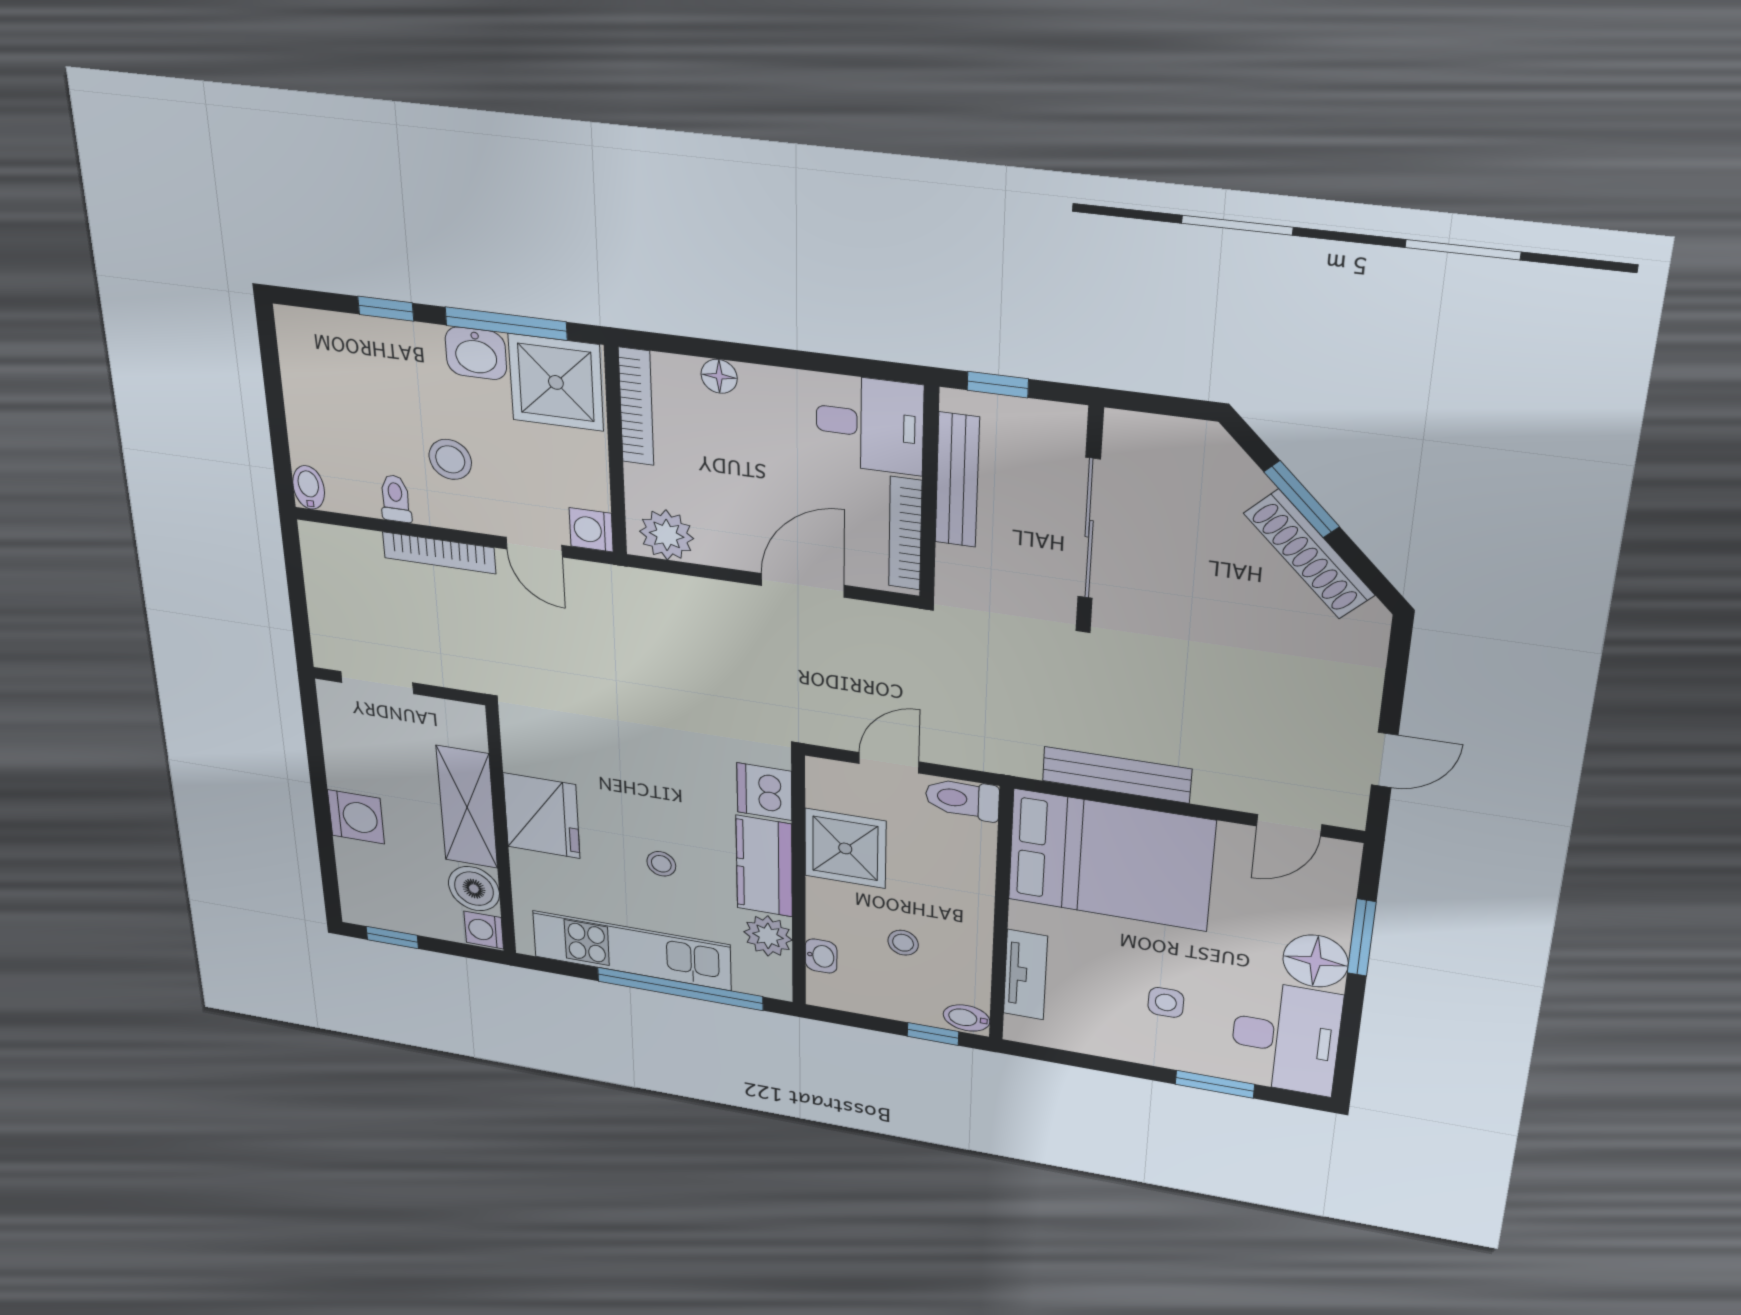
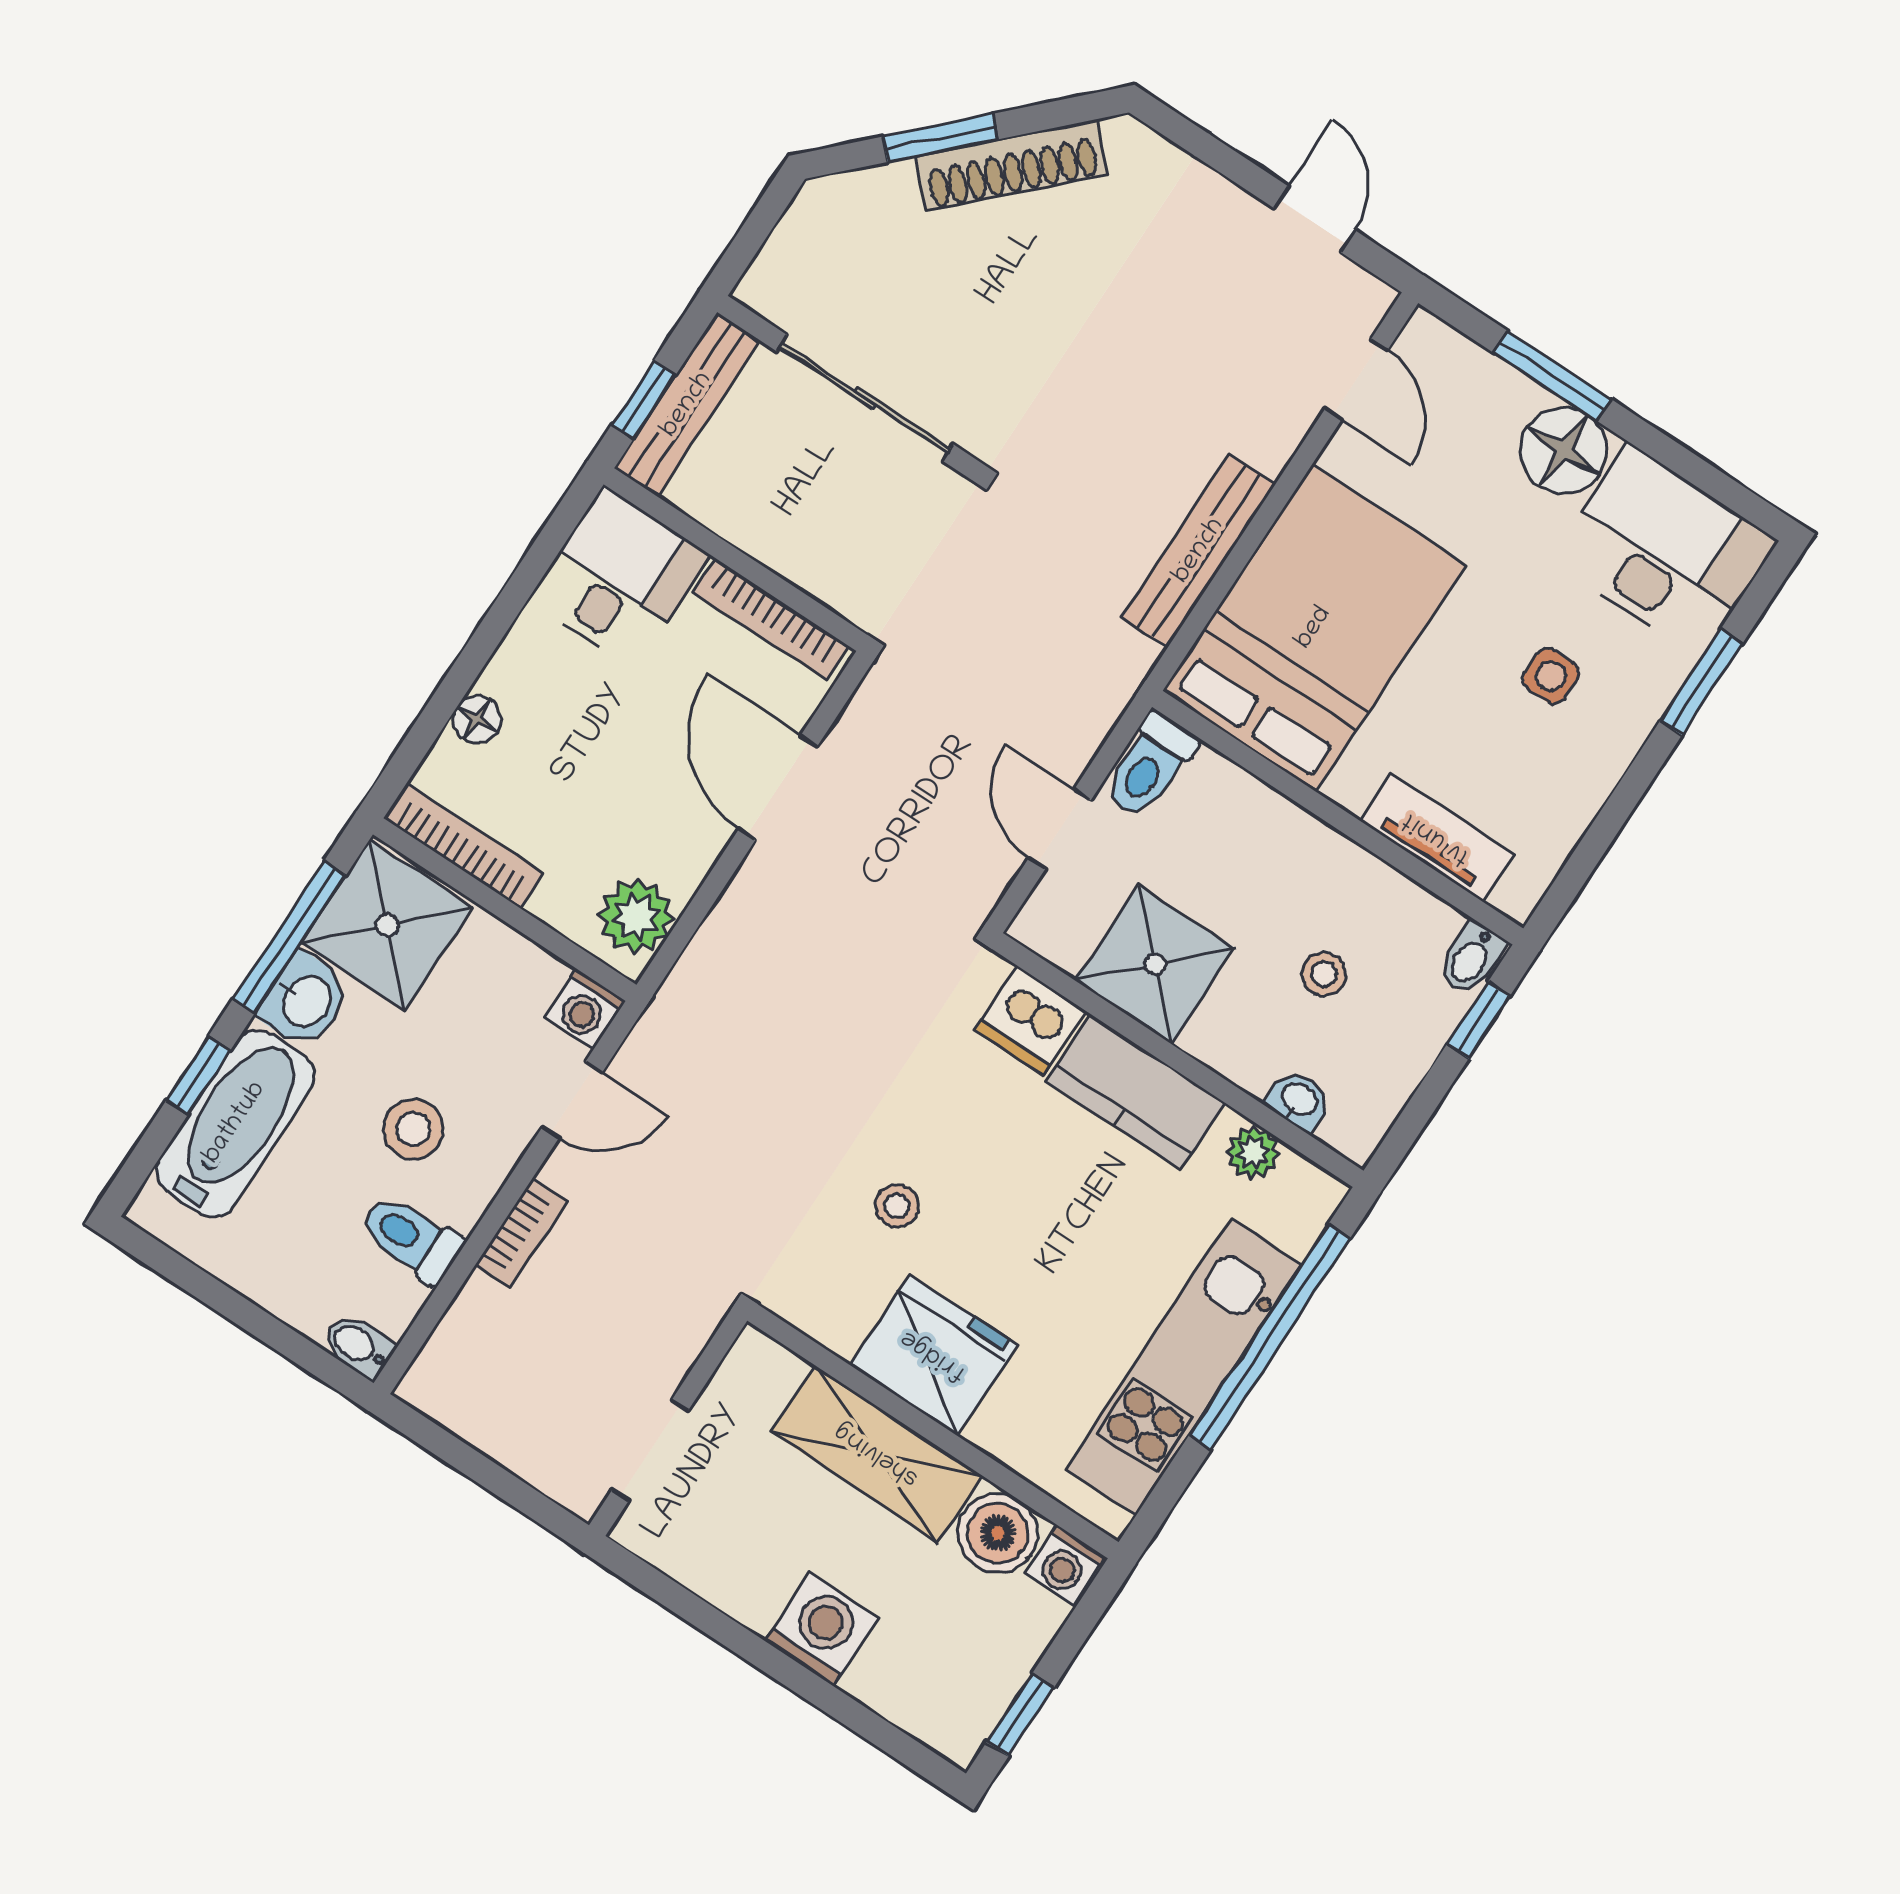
bathtub: (375, 347) -> (235, 1123), added
bench: (957, 480) -> (687, 405), moved, turned 90
toilet: (395, 499) -> (411, 1238), width x1.37, depth x1.39
bookcase: (439, 553) -> (521, 1233), width x0.64
stool: (661, 864) -> (897, 1206), moved
plant: (768, 936) -> (1253, 1153), width x0.73, depth x0.73

